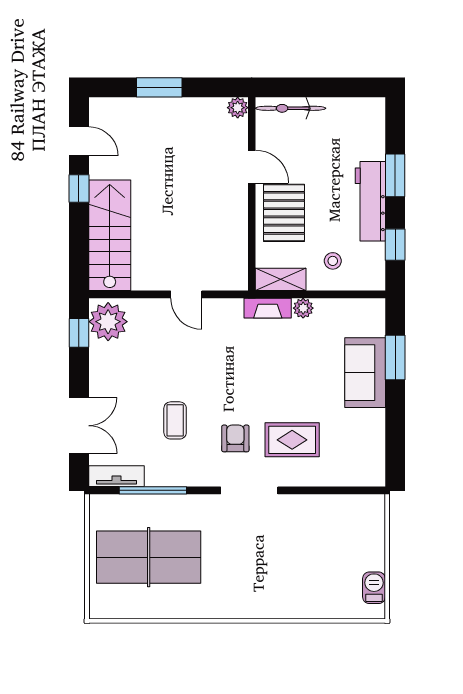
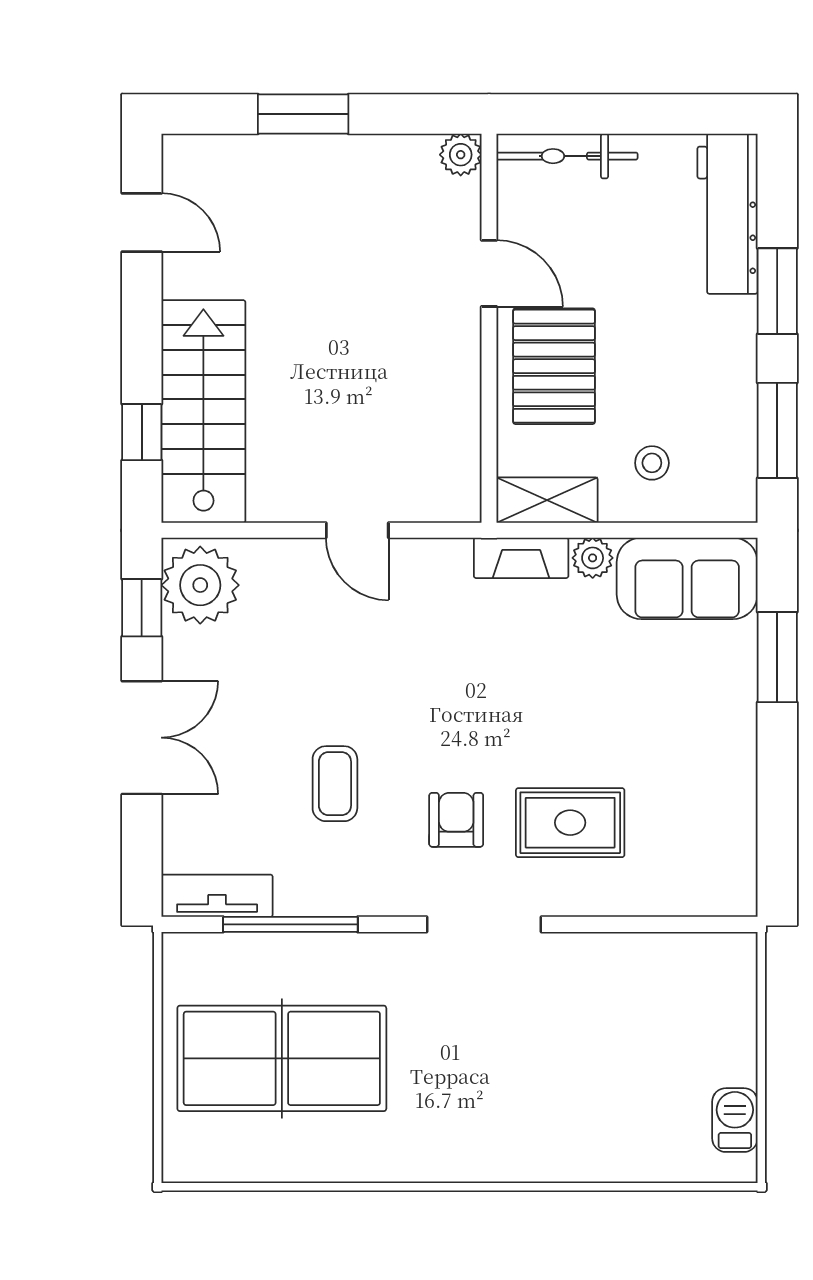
window: (79, 188) -> (142, 432), moved
workbench: (370, 201) -> (727, 214), moved
window: (395, 245) -> (777, 430), width x1.50
sofa: (365, 373) -> (687, 578), moved, turned -90
double door: (79, 426) -> (142, 738), moved

